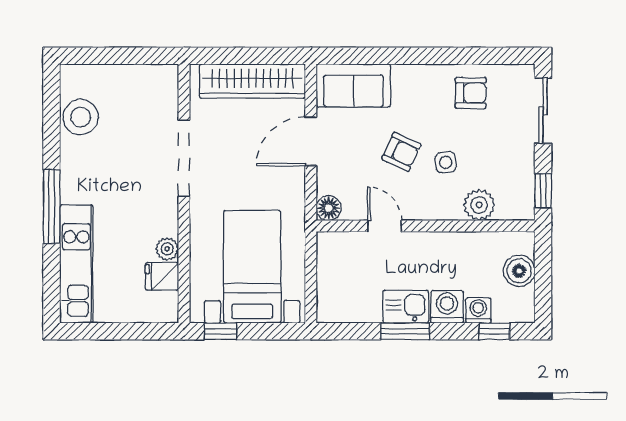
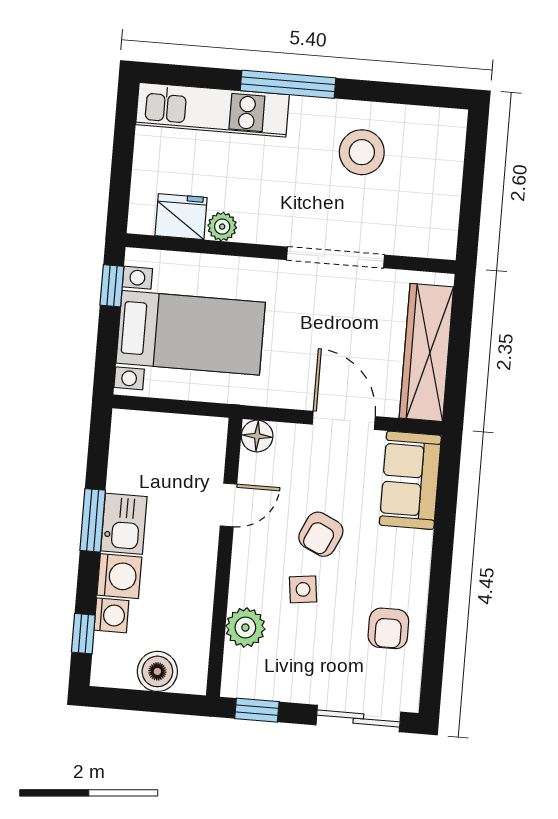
stool: (81, 117) -> (362, 152), moved
fridge: (162, 276) -> (181, 217), width x1.38

